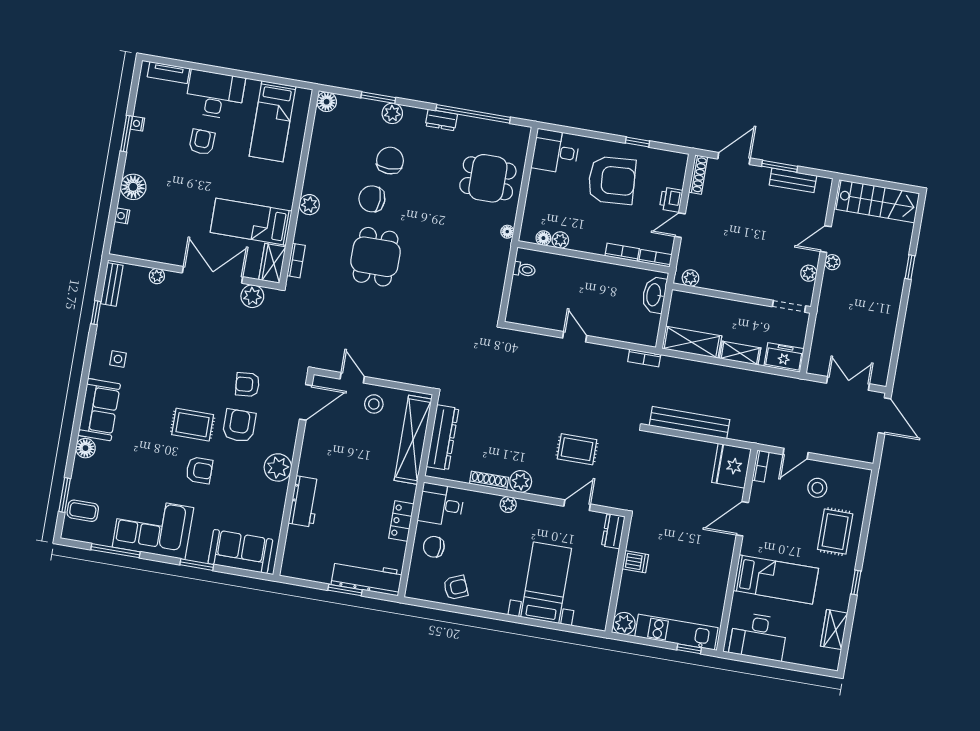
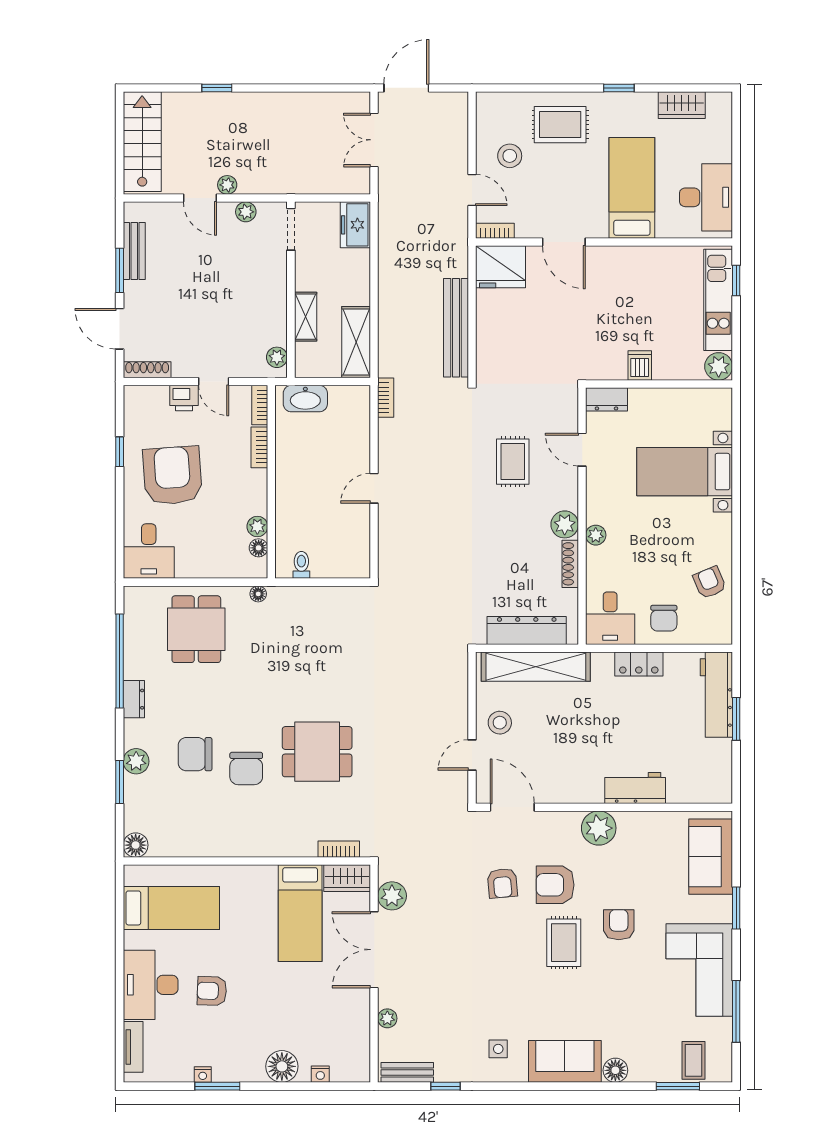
plant: (309, 205) -> (267, 845), removed
shelving: (740, 353) -> (306, 317), moved

